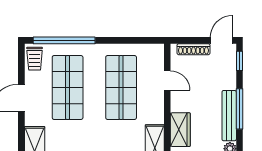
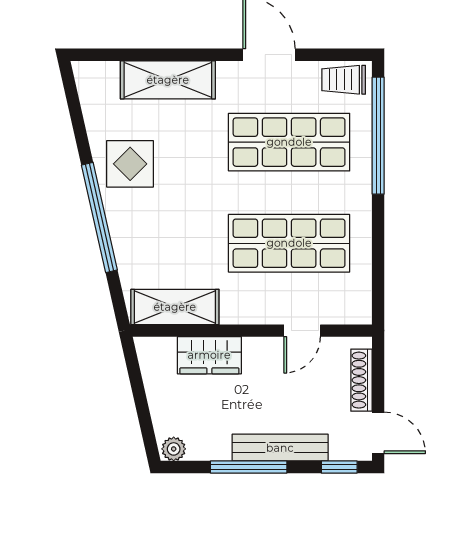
bench: (229, 116) -> (280, 448), moved

